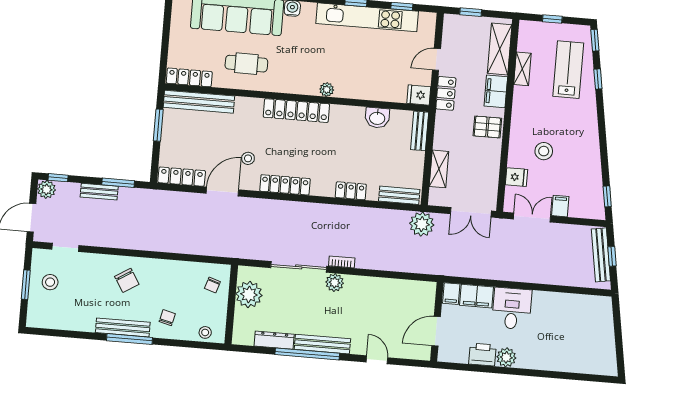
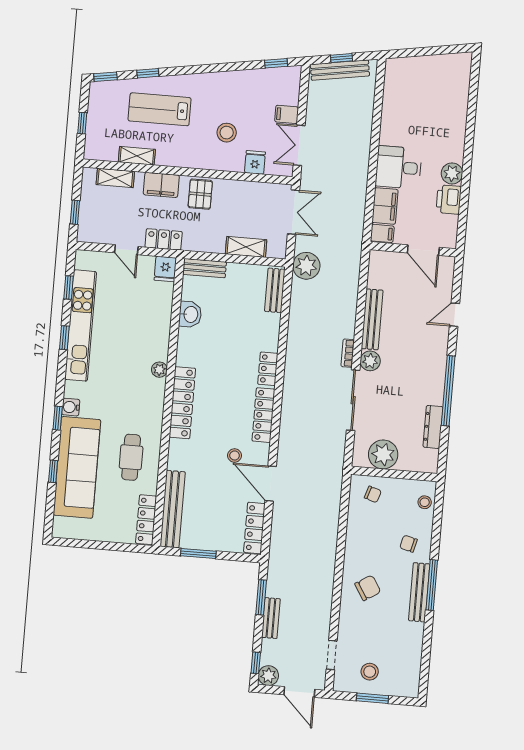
shelving: (500, 49) -> (115, 178), width x0.67, depth x0.75
lab bench: (568, 70) -> (160, 109), moved
locker: (351, 191) -> (268, 369), moved
bench: (322, 344) -> (372, 319), moved

